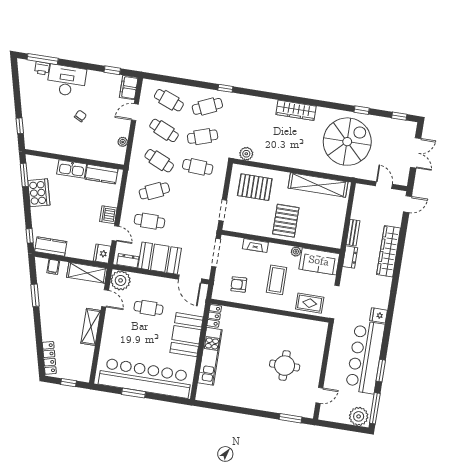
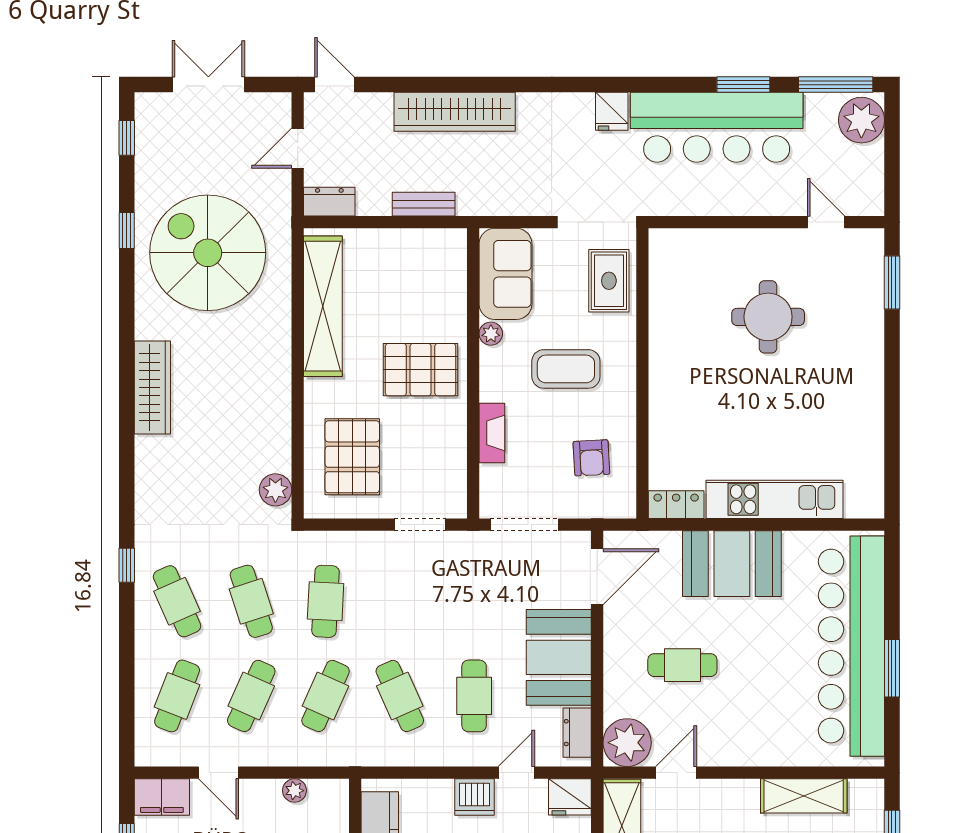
dresser: (350, 257) -> (329, 202), moved
cafe table: (148, 308) -> (682, 665), turned 90
shelving: (91, 327) -> (804, 796), moved

